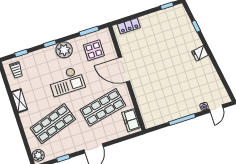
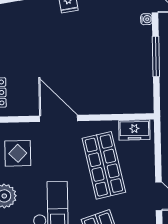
door: (124, 70) -> (59, 118), swing flipped

